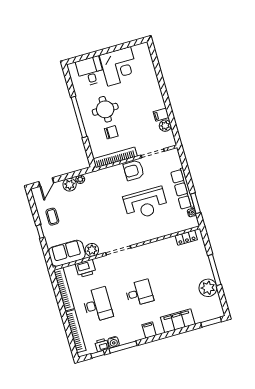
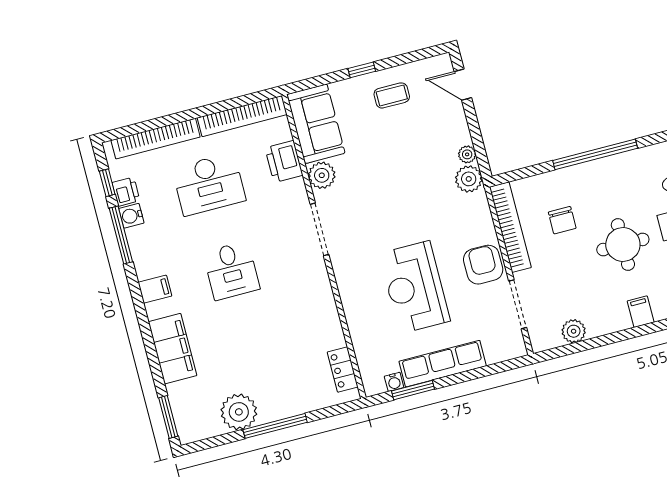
round table: (105, 109) -> (623, 245), moved
filing cabinet: (161, 115) -> (641, 312), moved
plant: (70, 185) -> (469, 179), moved

